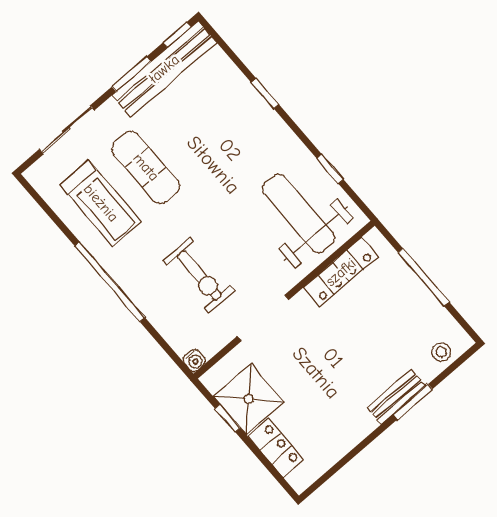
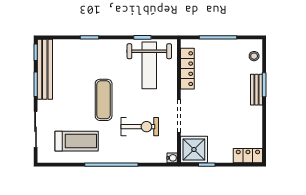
exercise mat: (146, 167) -> (104, 100), moved, turned 90
weight bench: (299, 213) -> (149, 65), turned -90
shower: (249, 399) -> (194, 150), moved
locker: (276, 448) -> (248, 156), moved

